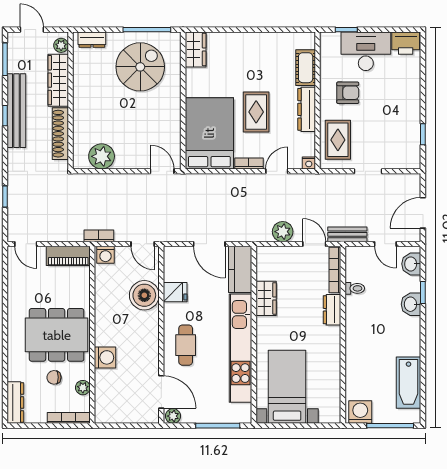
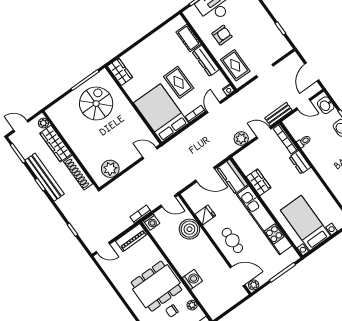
dresser: (92, 40) -> (58, 108), removed

